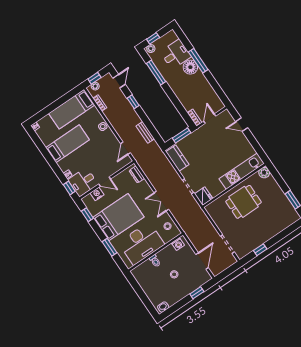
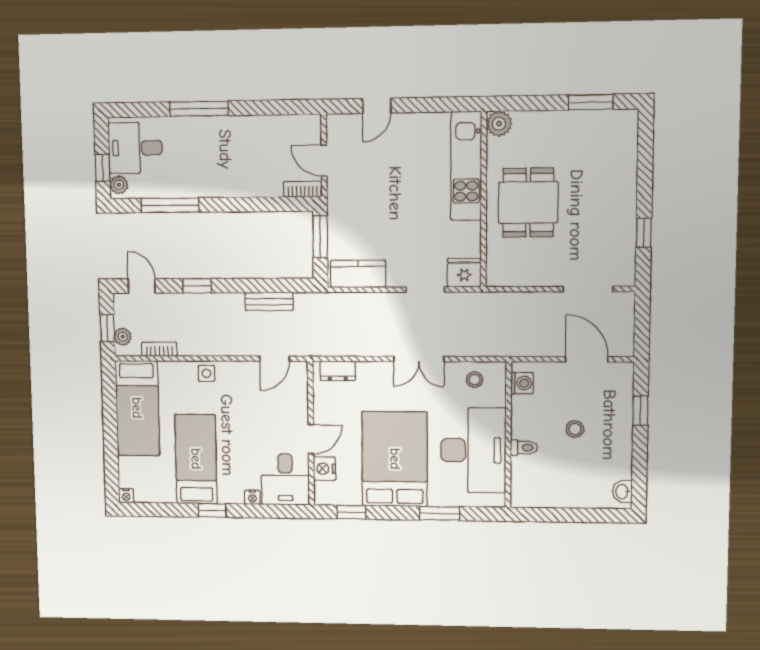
desk: (176, 54) -> (135, 148), moved, turned -90
floor lamp: (190, 67) -> (202, 132), removed
door: (125, 148) -> (275, 359), hinge flipped
window: (69, 188) -> (212, 510), moved

